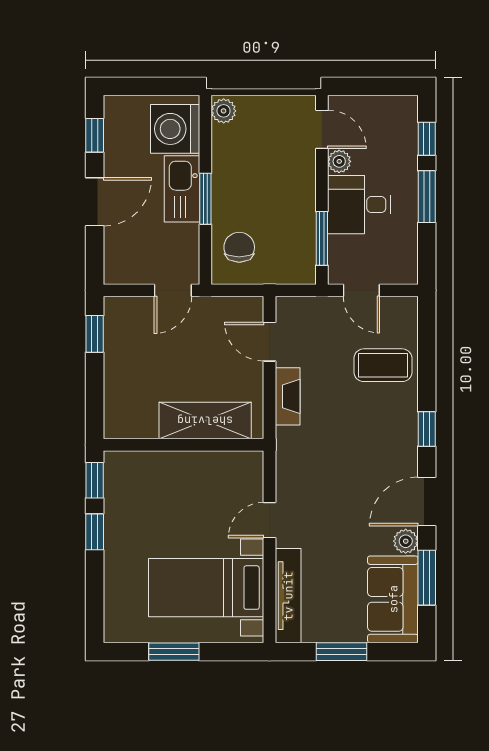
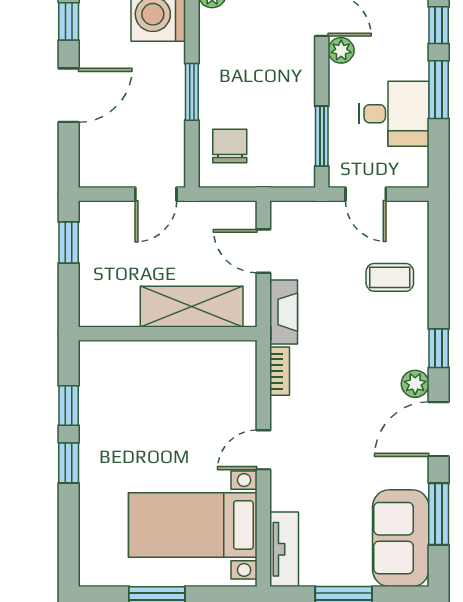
kitchen sink: (182, 189) -> (166, 81), removed
desk: (359, 205) -> (394, 114), moved, turned 180
coffee table: (383, 365) -> (390, 277), width x0.73, depth x0.77
shelving: (205, 421) -> (192, 307), moved
wall: (183, 445) -> (168, 334), moved
bookcase: (284, 449) -> (280, 371), added
plant: (406, 541) -> (415, 384), moved
tv unit: (288, 596) -> (284, 549), width x0.71

